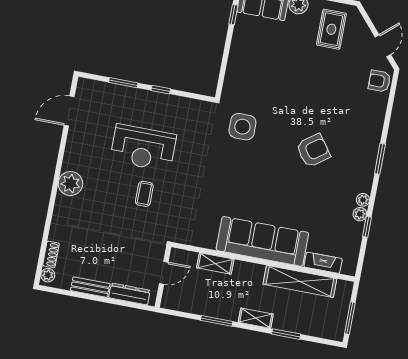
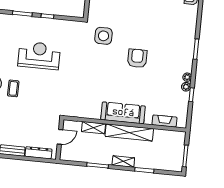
reception desk: (143, 148) -> (39, 55), turned 180
armchair: (313, 151) -> (137, 58), moved, turned -54
coffee table: (144, 194) -> (13, 88), moved
sofa: (262, 241) -> (123, 113), width x0.74, depth x0.79
shelving: (300, 281) -> (129, 133), moved

